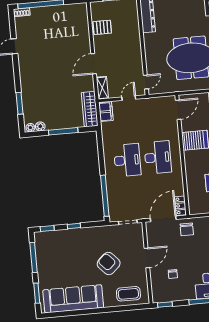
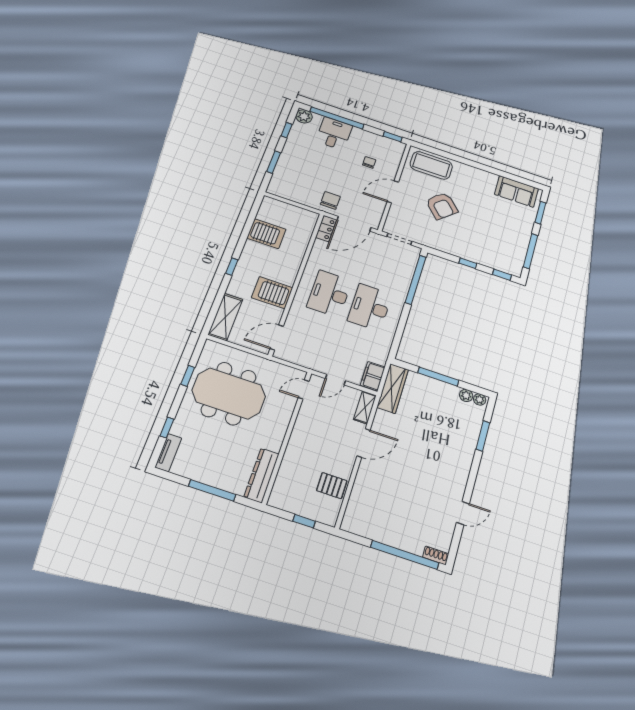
coffee table: (128, 294) -> (431, 165), width x1.36, depth x1.32
sofa: (73, 299) -> (516, 191), width x0.54, depth x0.79

